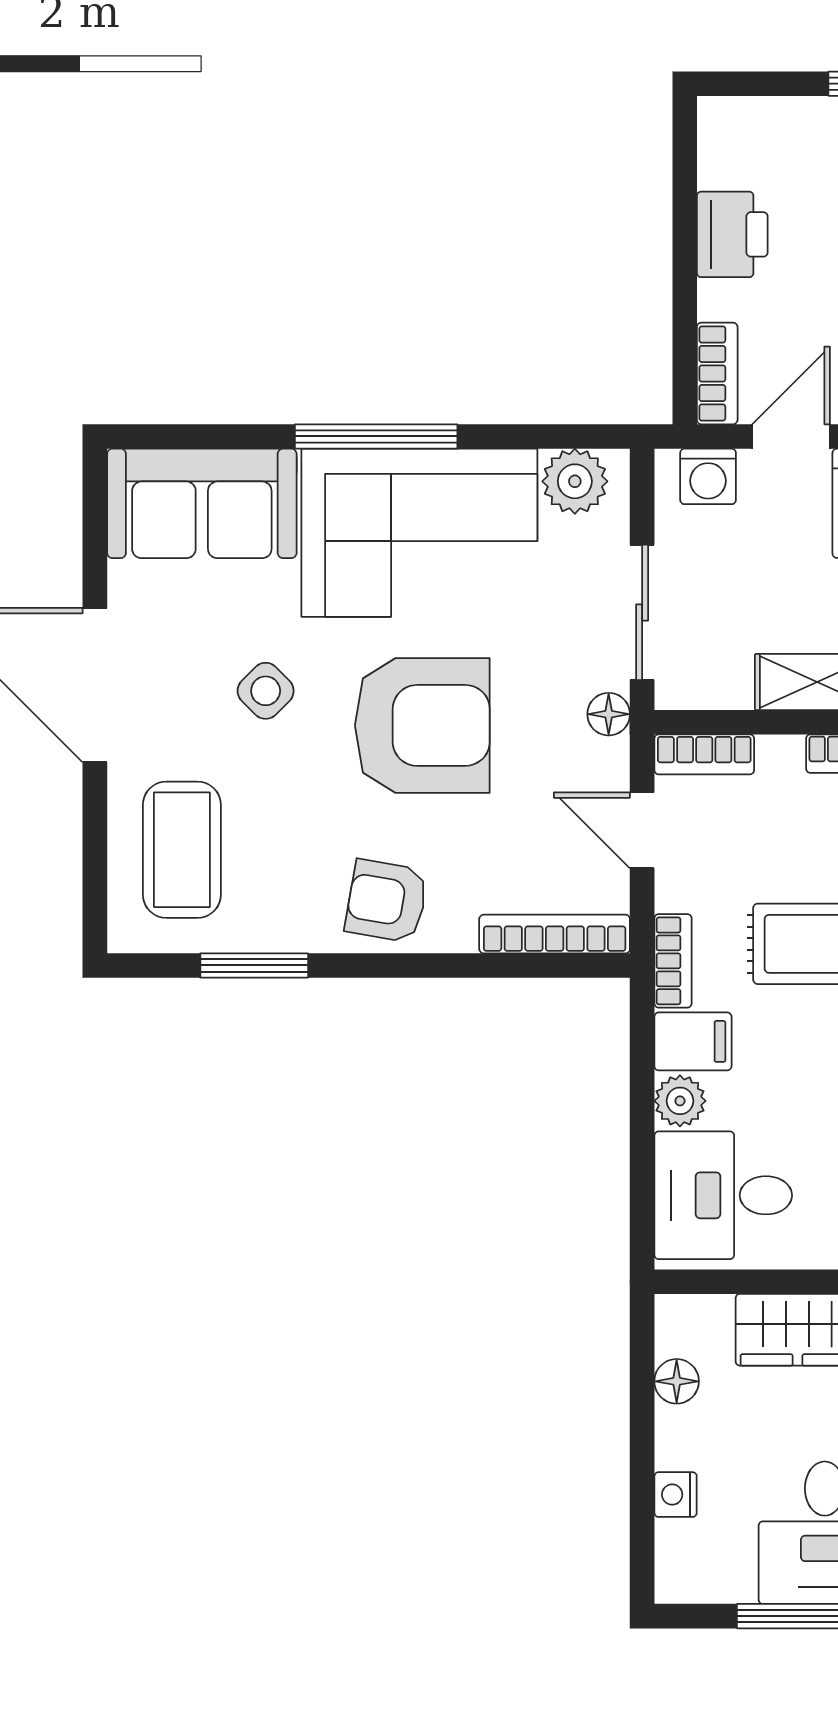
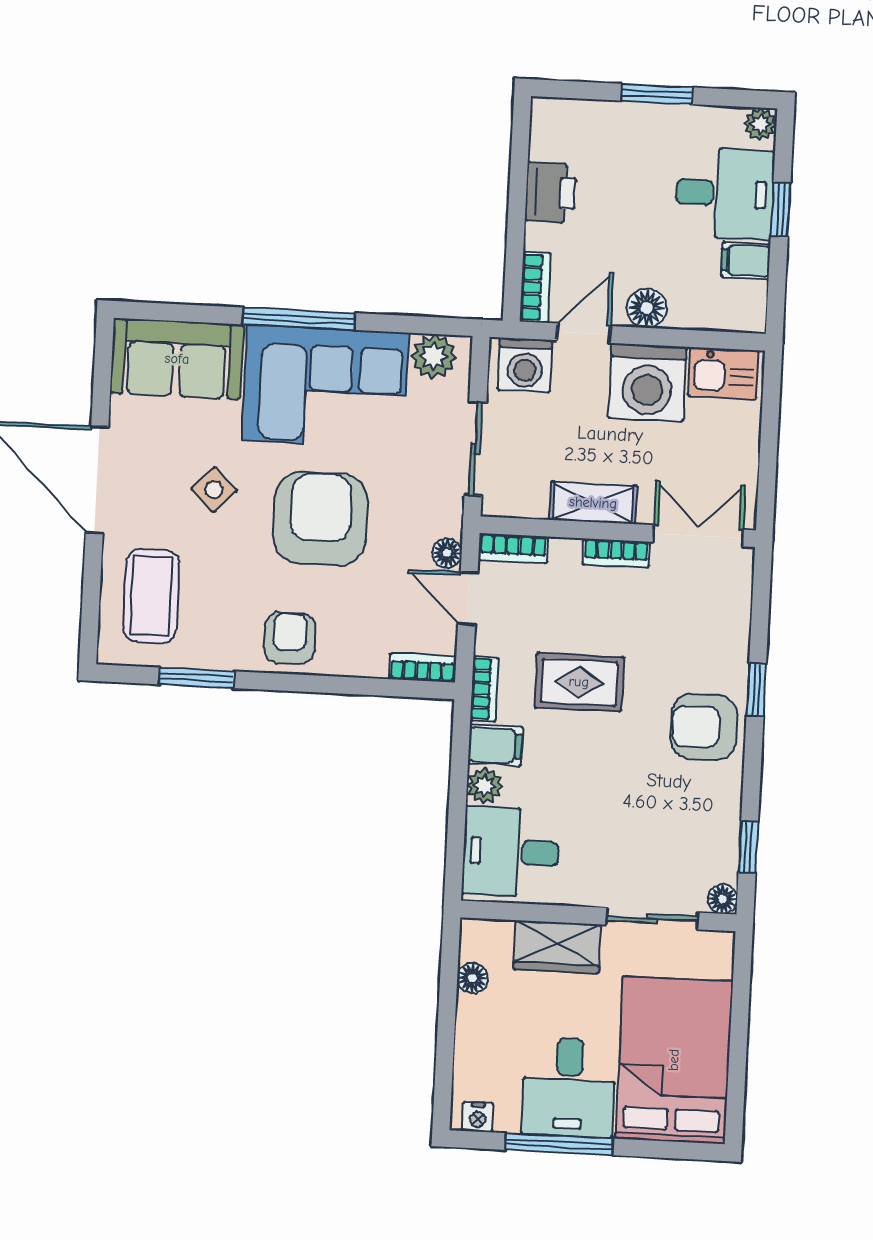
washing machine: (708, 476) -> (525, 365), width x1.38, depth x1.38
floor lamp: (609, 714) -> (447, 553), moved
armchair: (422, 725) -> (320, 519), turned -90
armchair: (387, 901) -> (290, 638), turned 80
bookcase: (555, 934) -> (423, 668), width x0.64
nightstand: (676, 1495) -> (478, 1117), moved, turned -90

